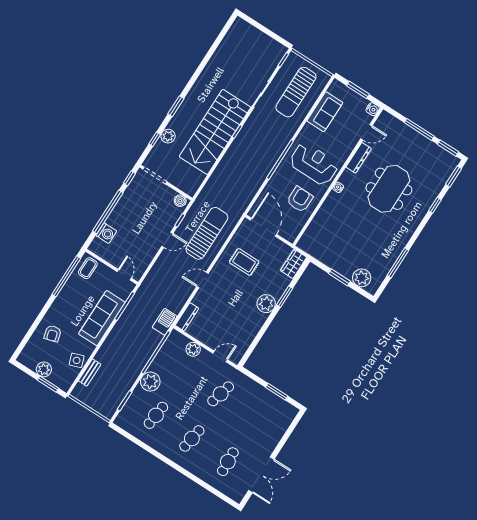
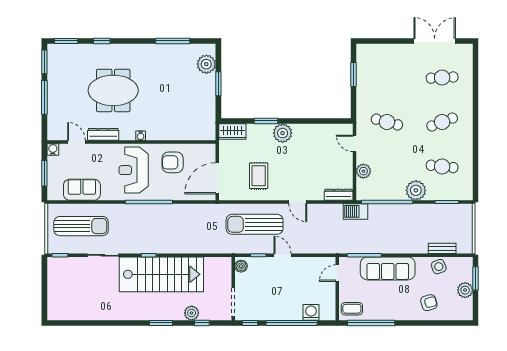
cafe table: (192, 438) -> (442, 122), turned -30

